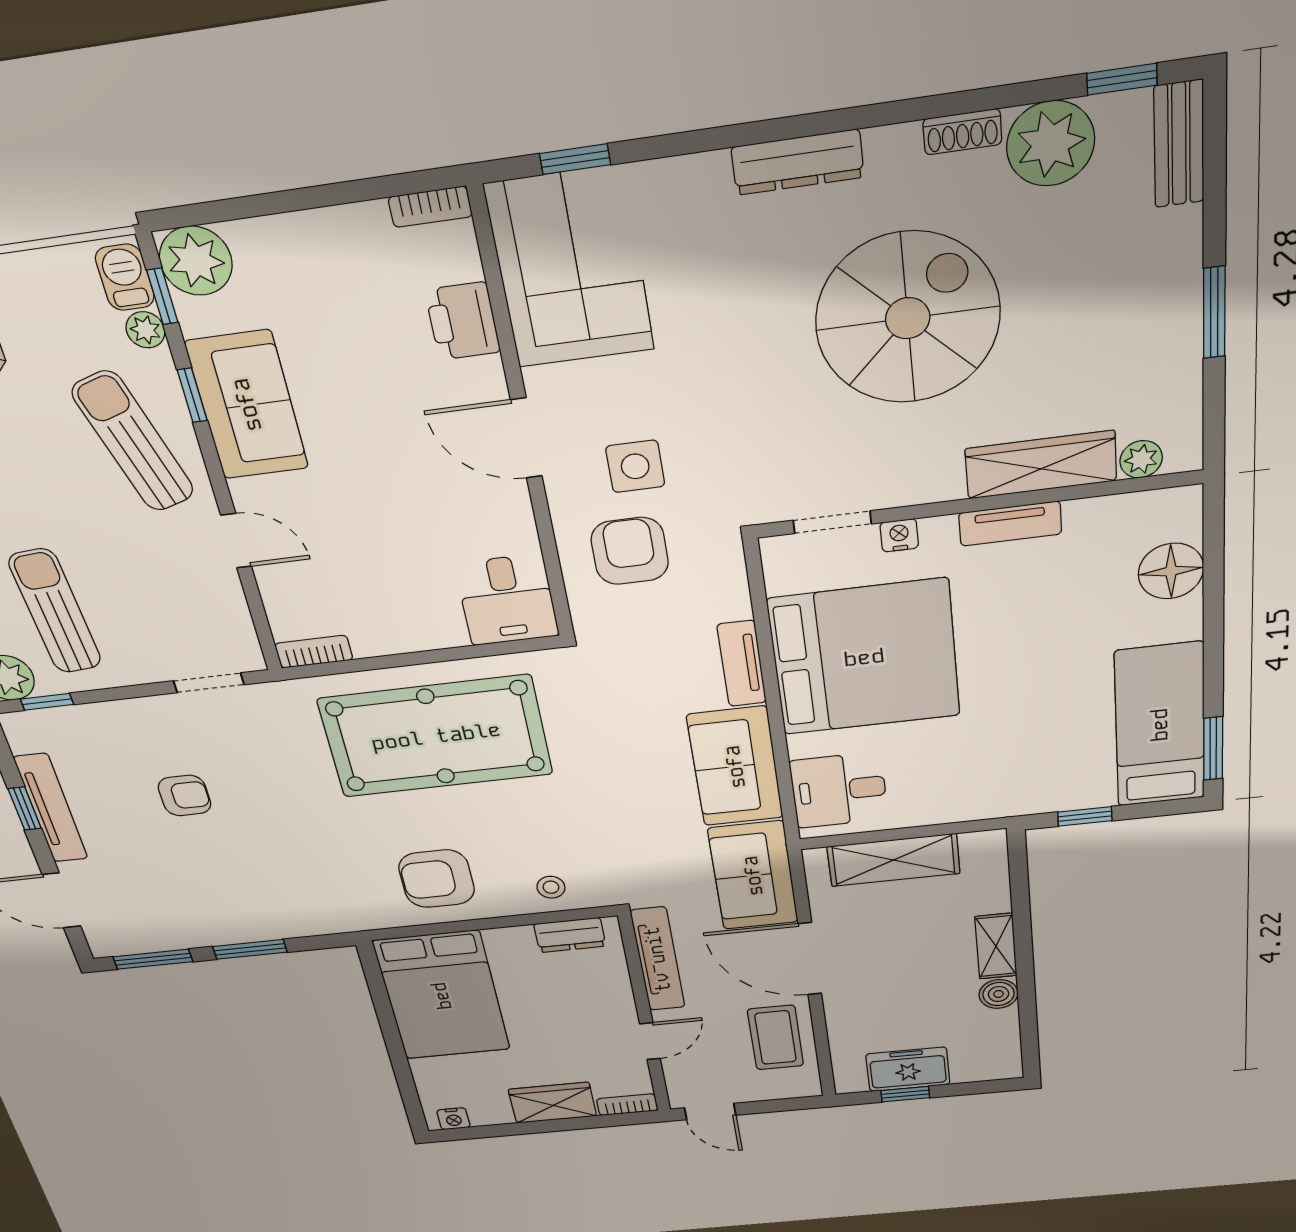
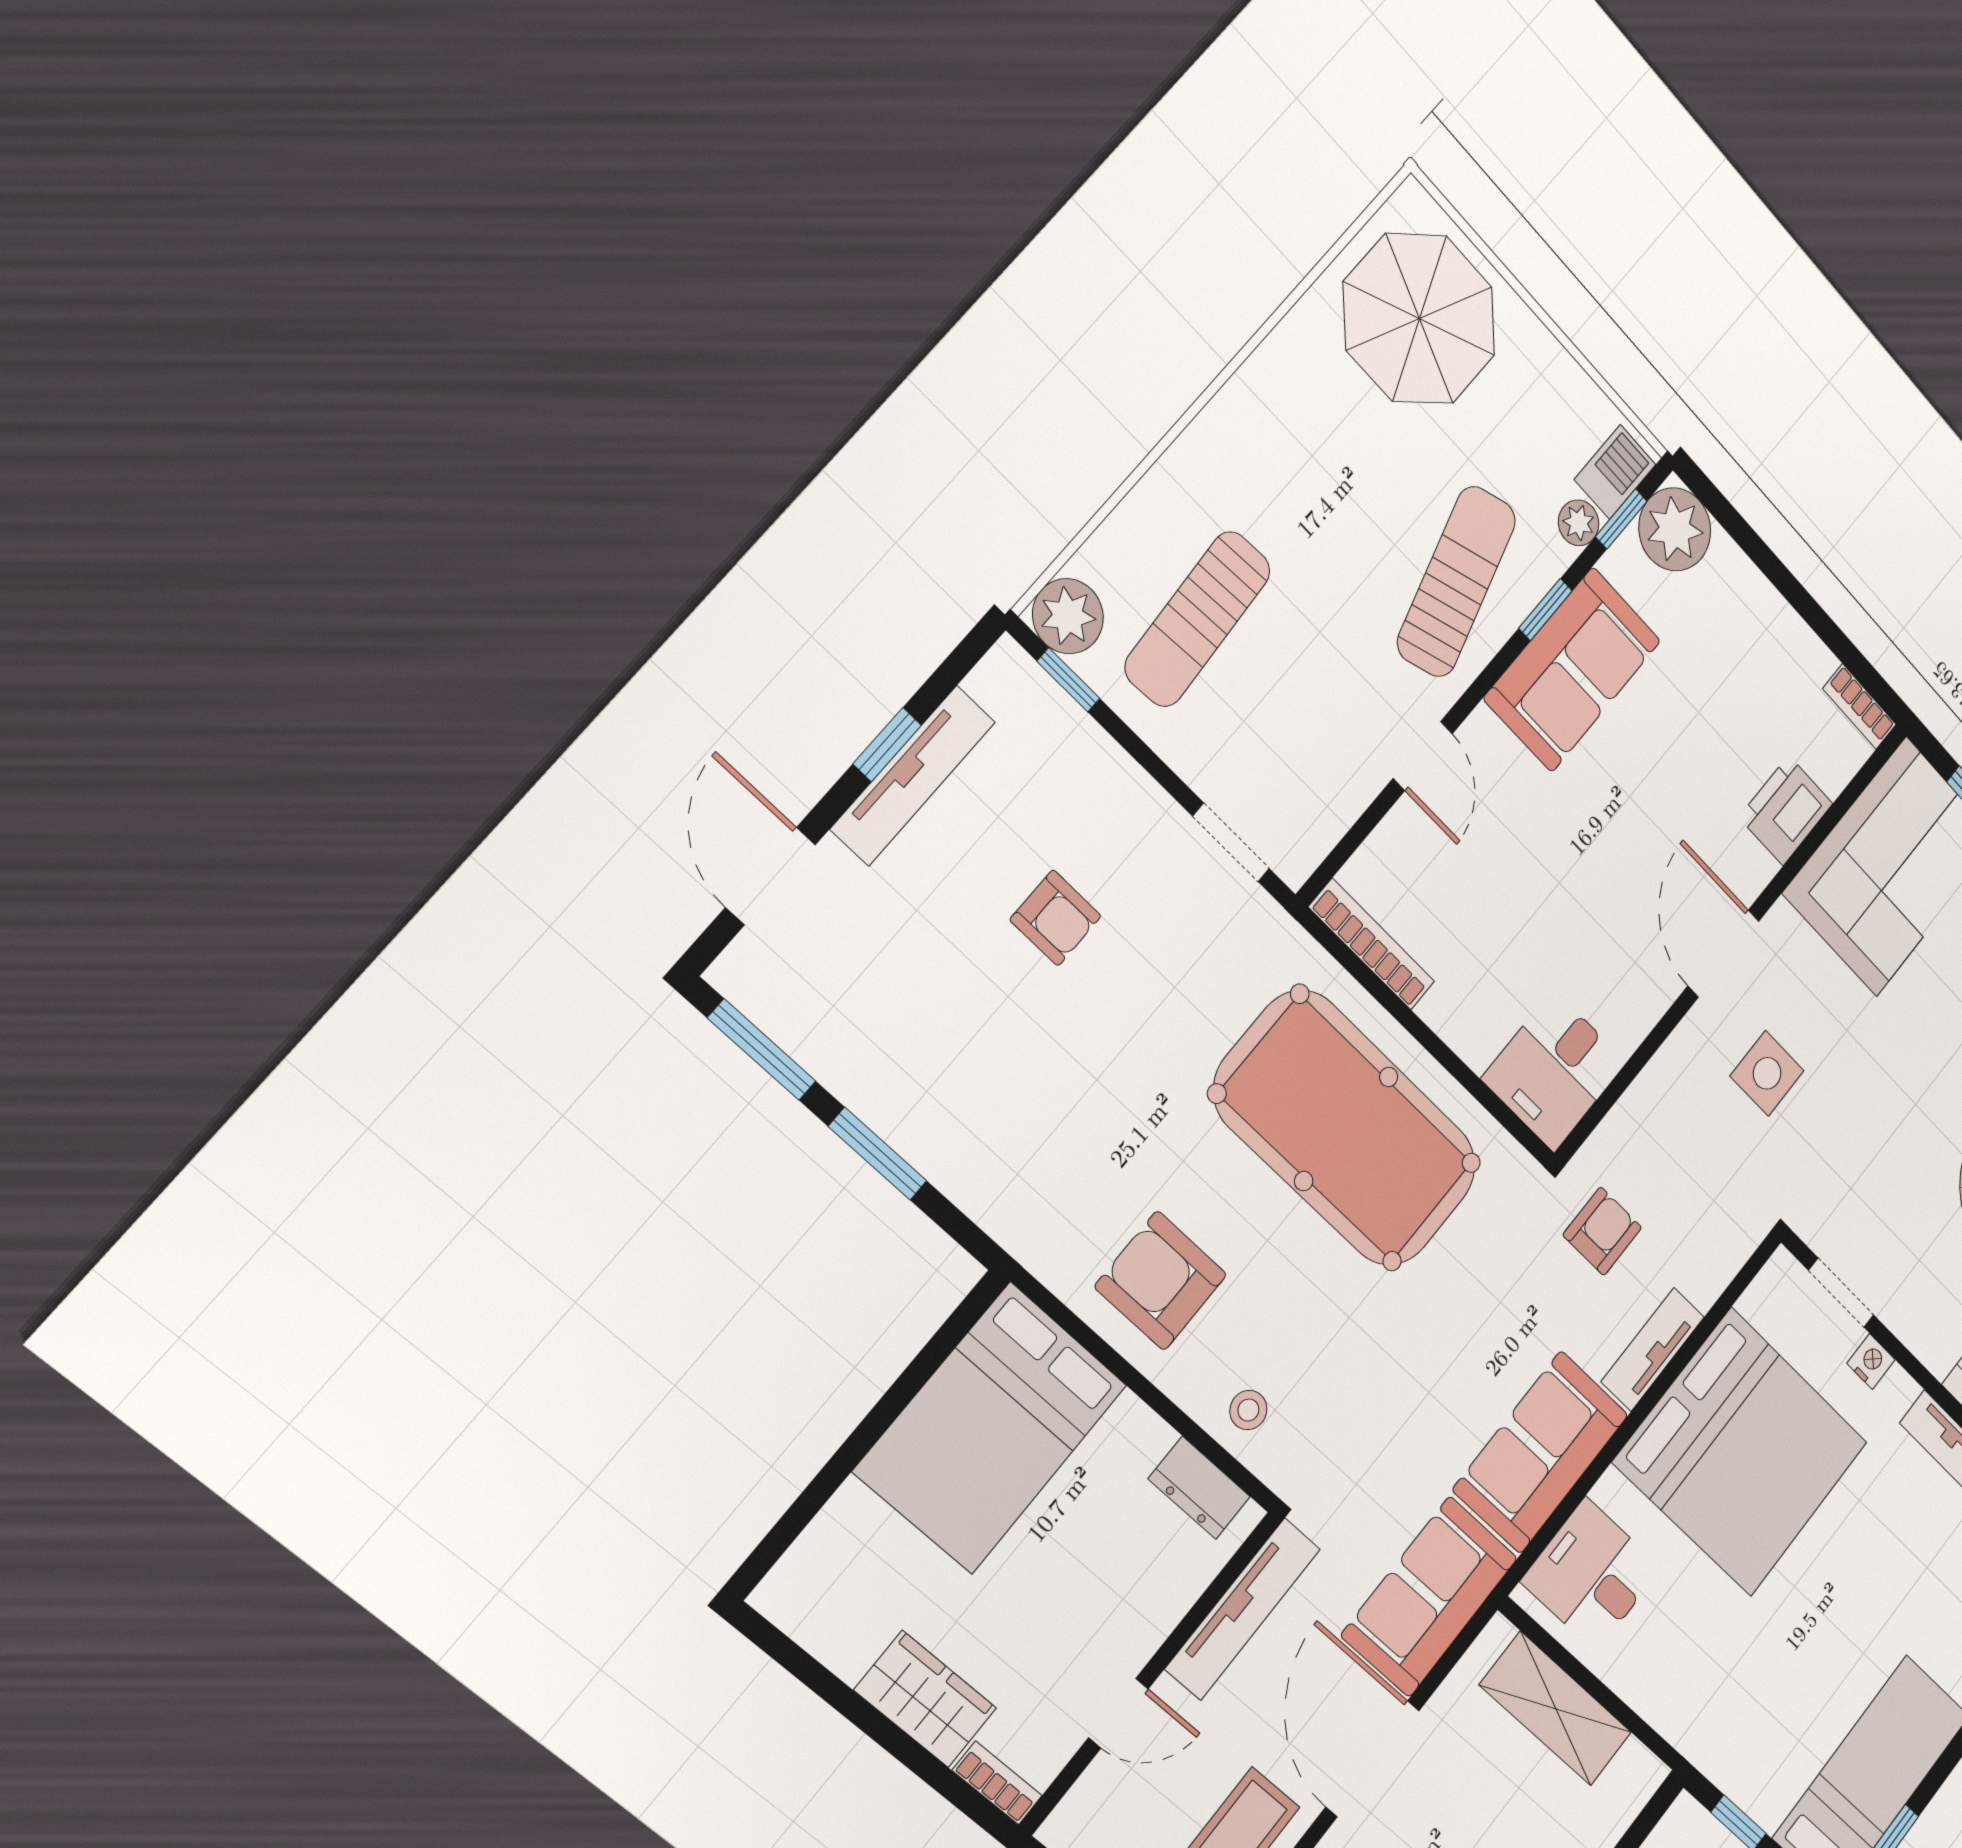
armchair: (630, 551) -> (1602, 1231), moved, width x0.72, depth x0.72
sun lounger: (55, 611) -> (1198, 619), turned 180
bookcase: (314, 652) -> (1372, 944), width x1.56
nightstand: (453, 1119) -> (794, 1612), removed

